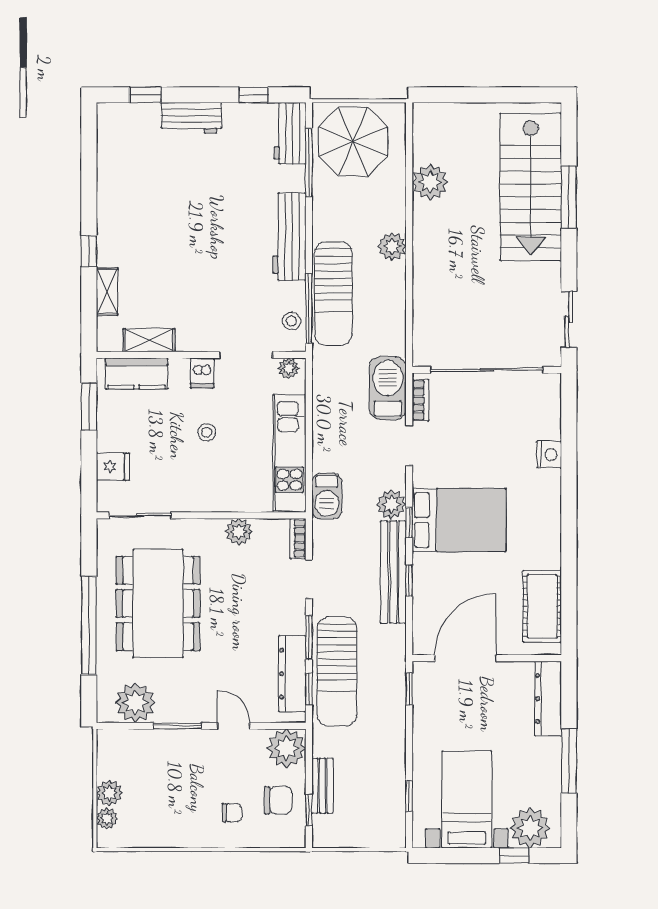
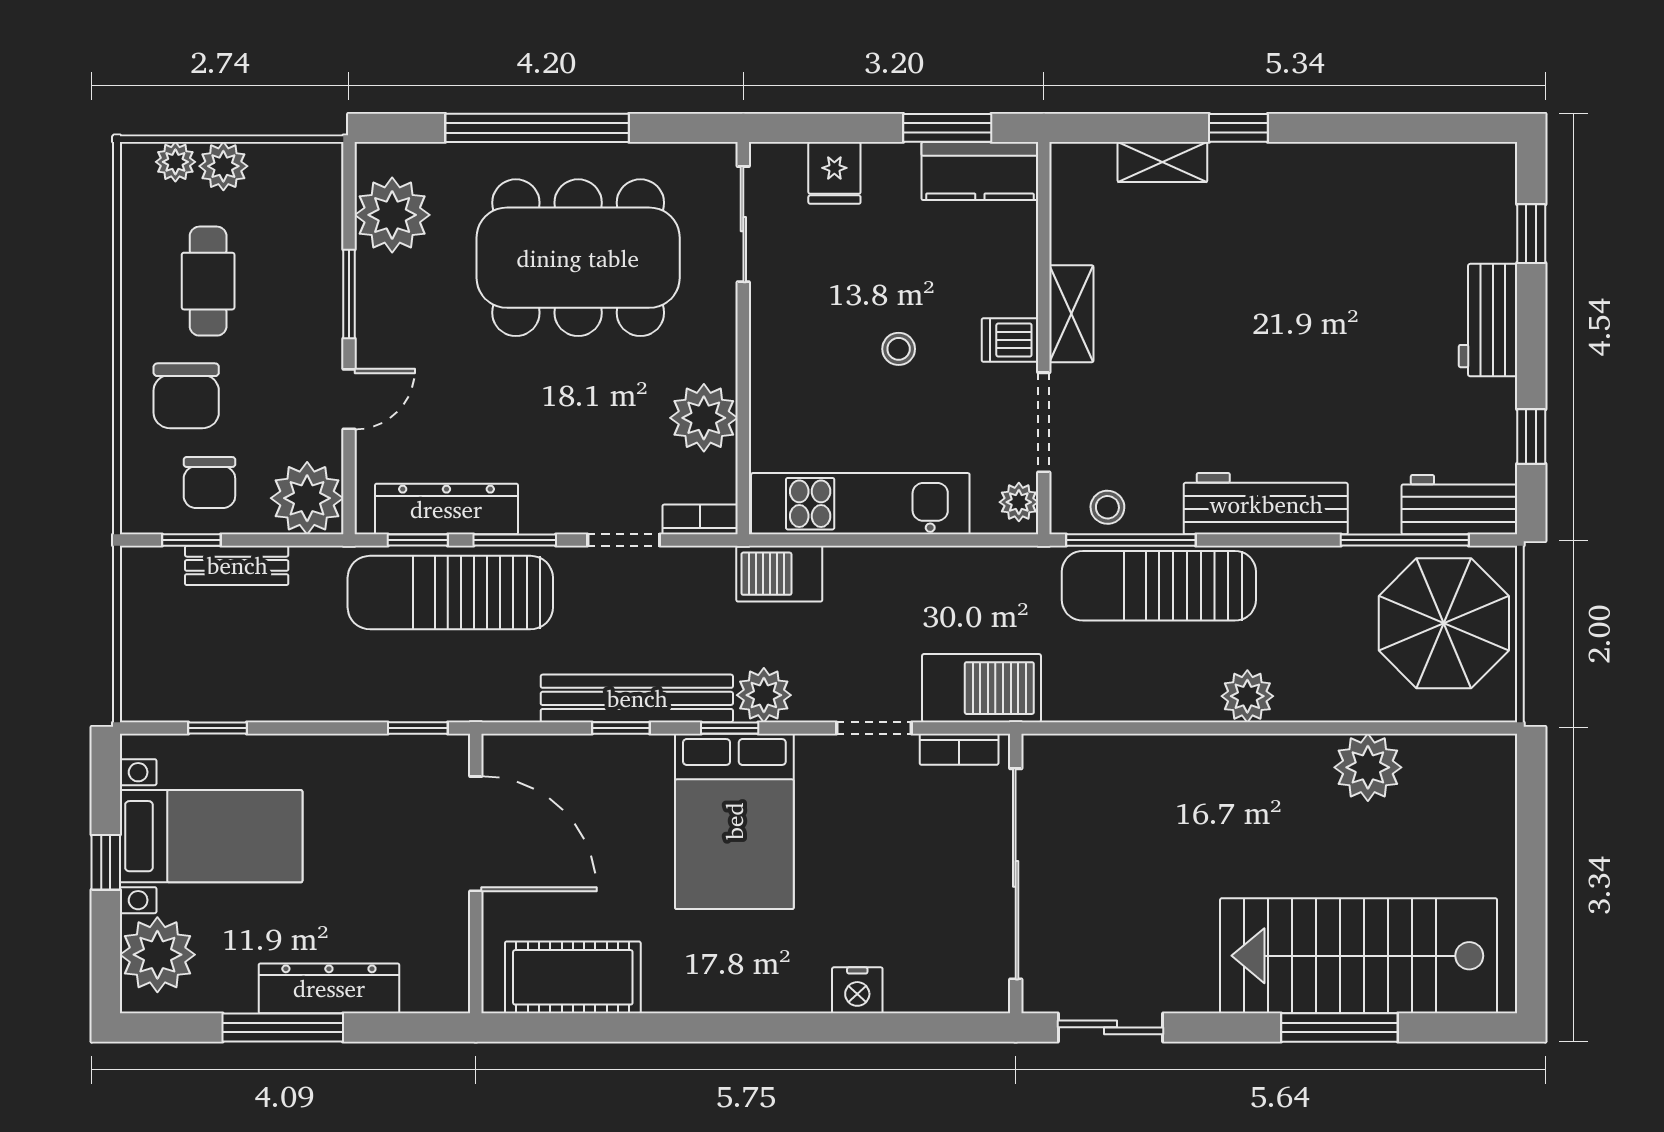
shelving: (149, 340) -> (1071, 314), moved
kitchen counter: (136, 373) -> (980, 171), moved, turned -90
plant: (239, 532) -> (704, 418), width x1.36, depth x1.36
dresser: (548, 699) -> (329, 988), moved
cafe table: (171, 801) -> (208, 281), added
chair: (232, 813) -> (186, 396), width x1.87, depth x1.87
window: (514, 856) -> (106, 862), moved

